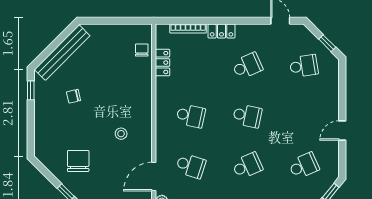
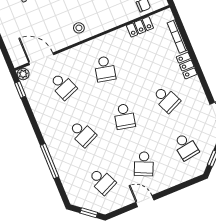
school desk: (304, 116) -> (144, 164), added
stool: (121, 134) -> (79, 28), moved
school desk: (191, 166) -> (63, 86), turned -39

